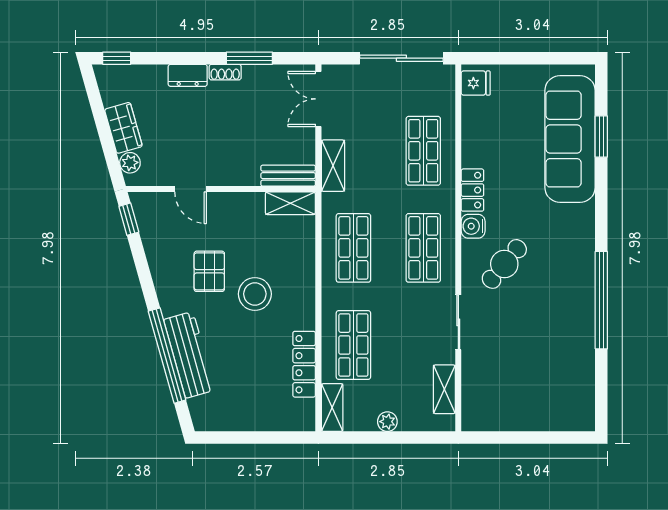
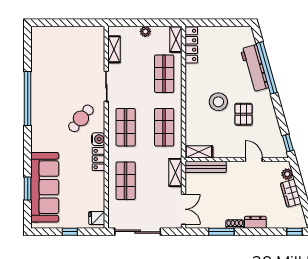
window: (525, 58) -> (70, 232), added
bench: (288, 176) -> (206, 167), width x1.36
locker: (304, 364) -> (191, 45), moved

